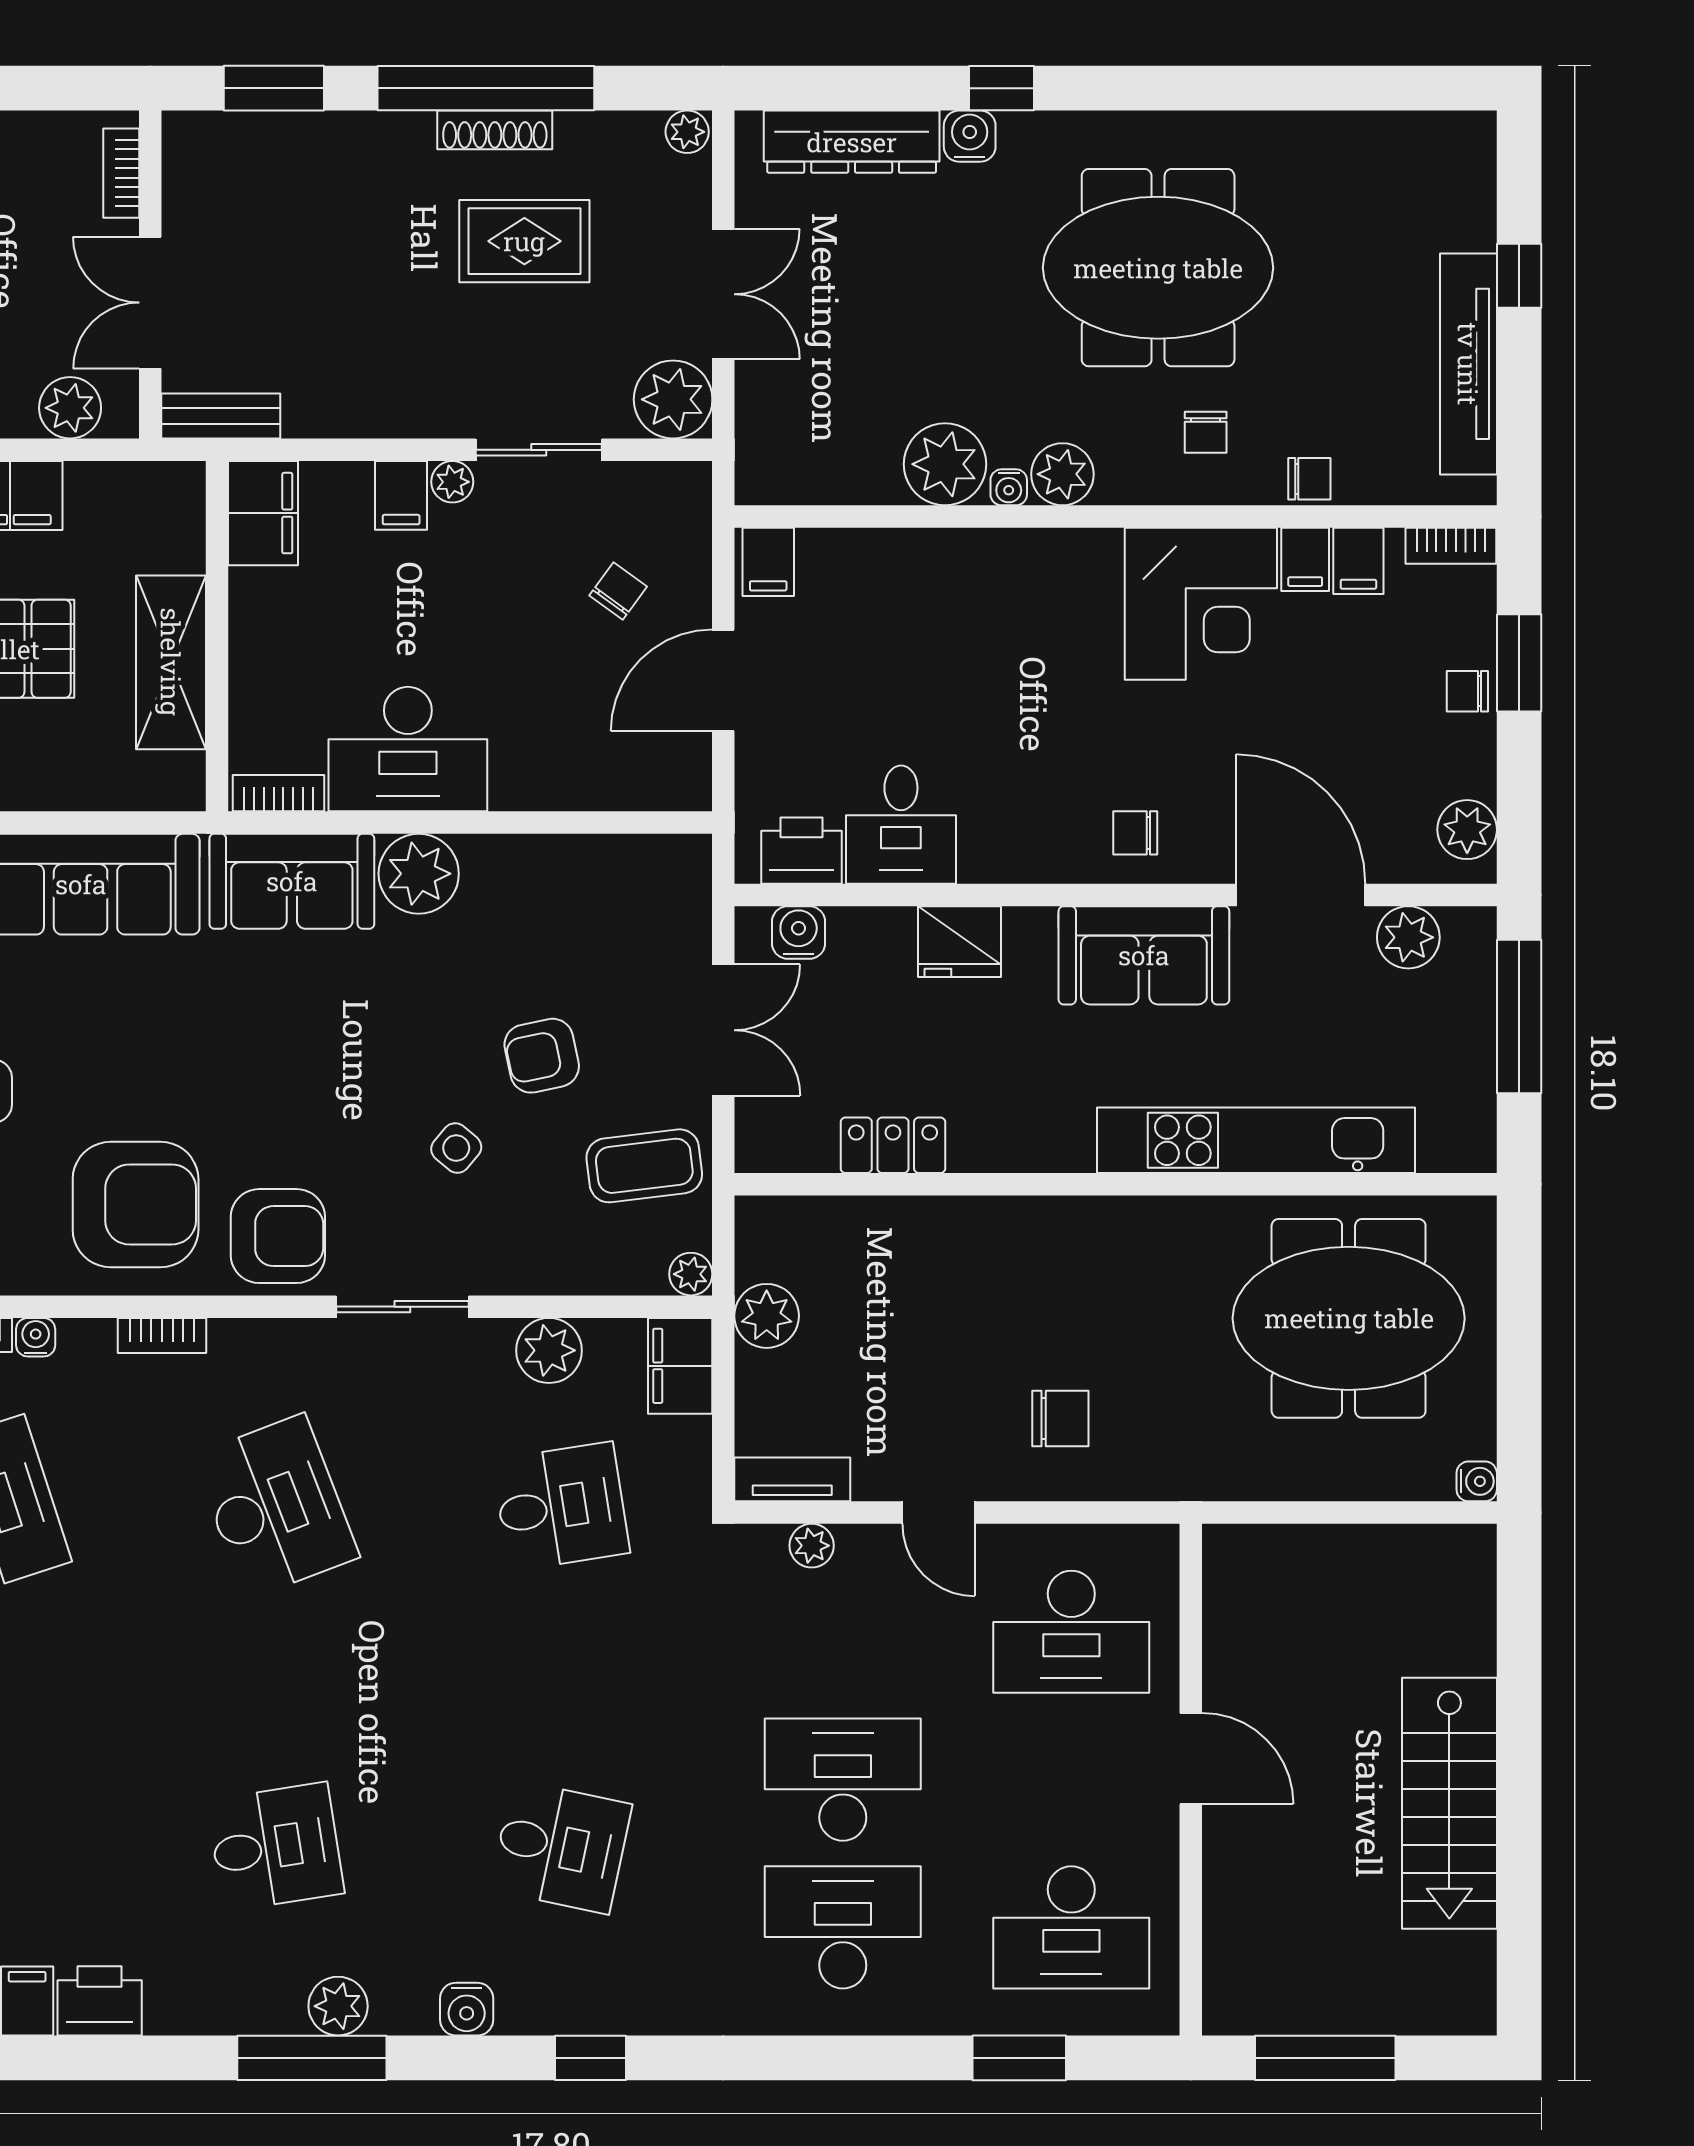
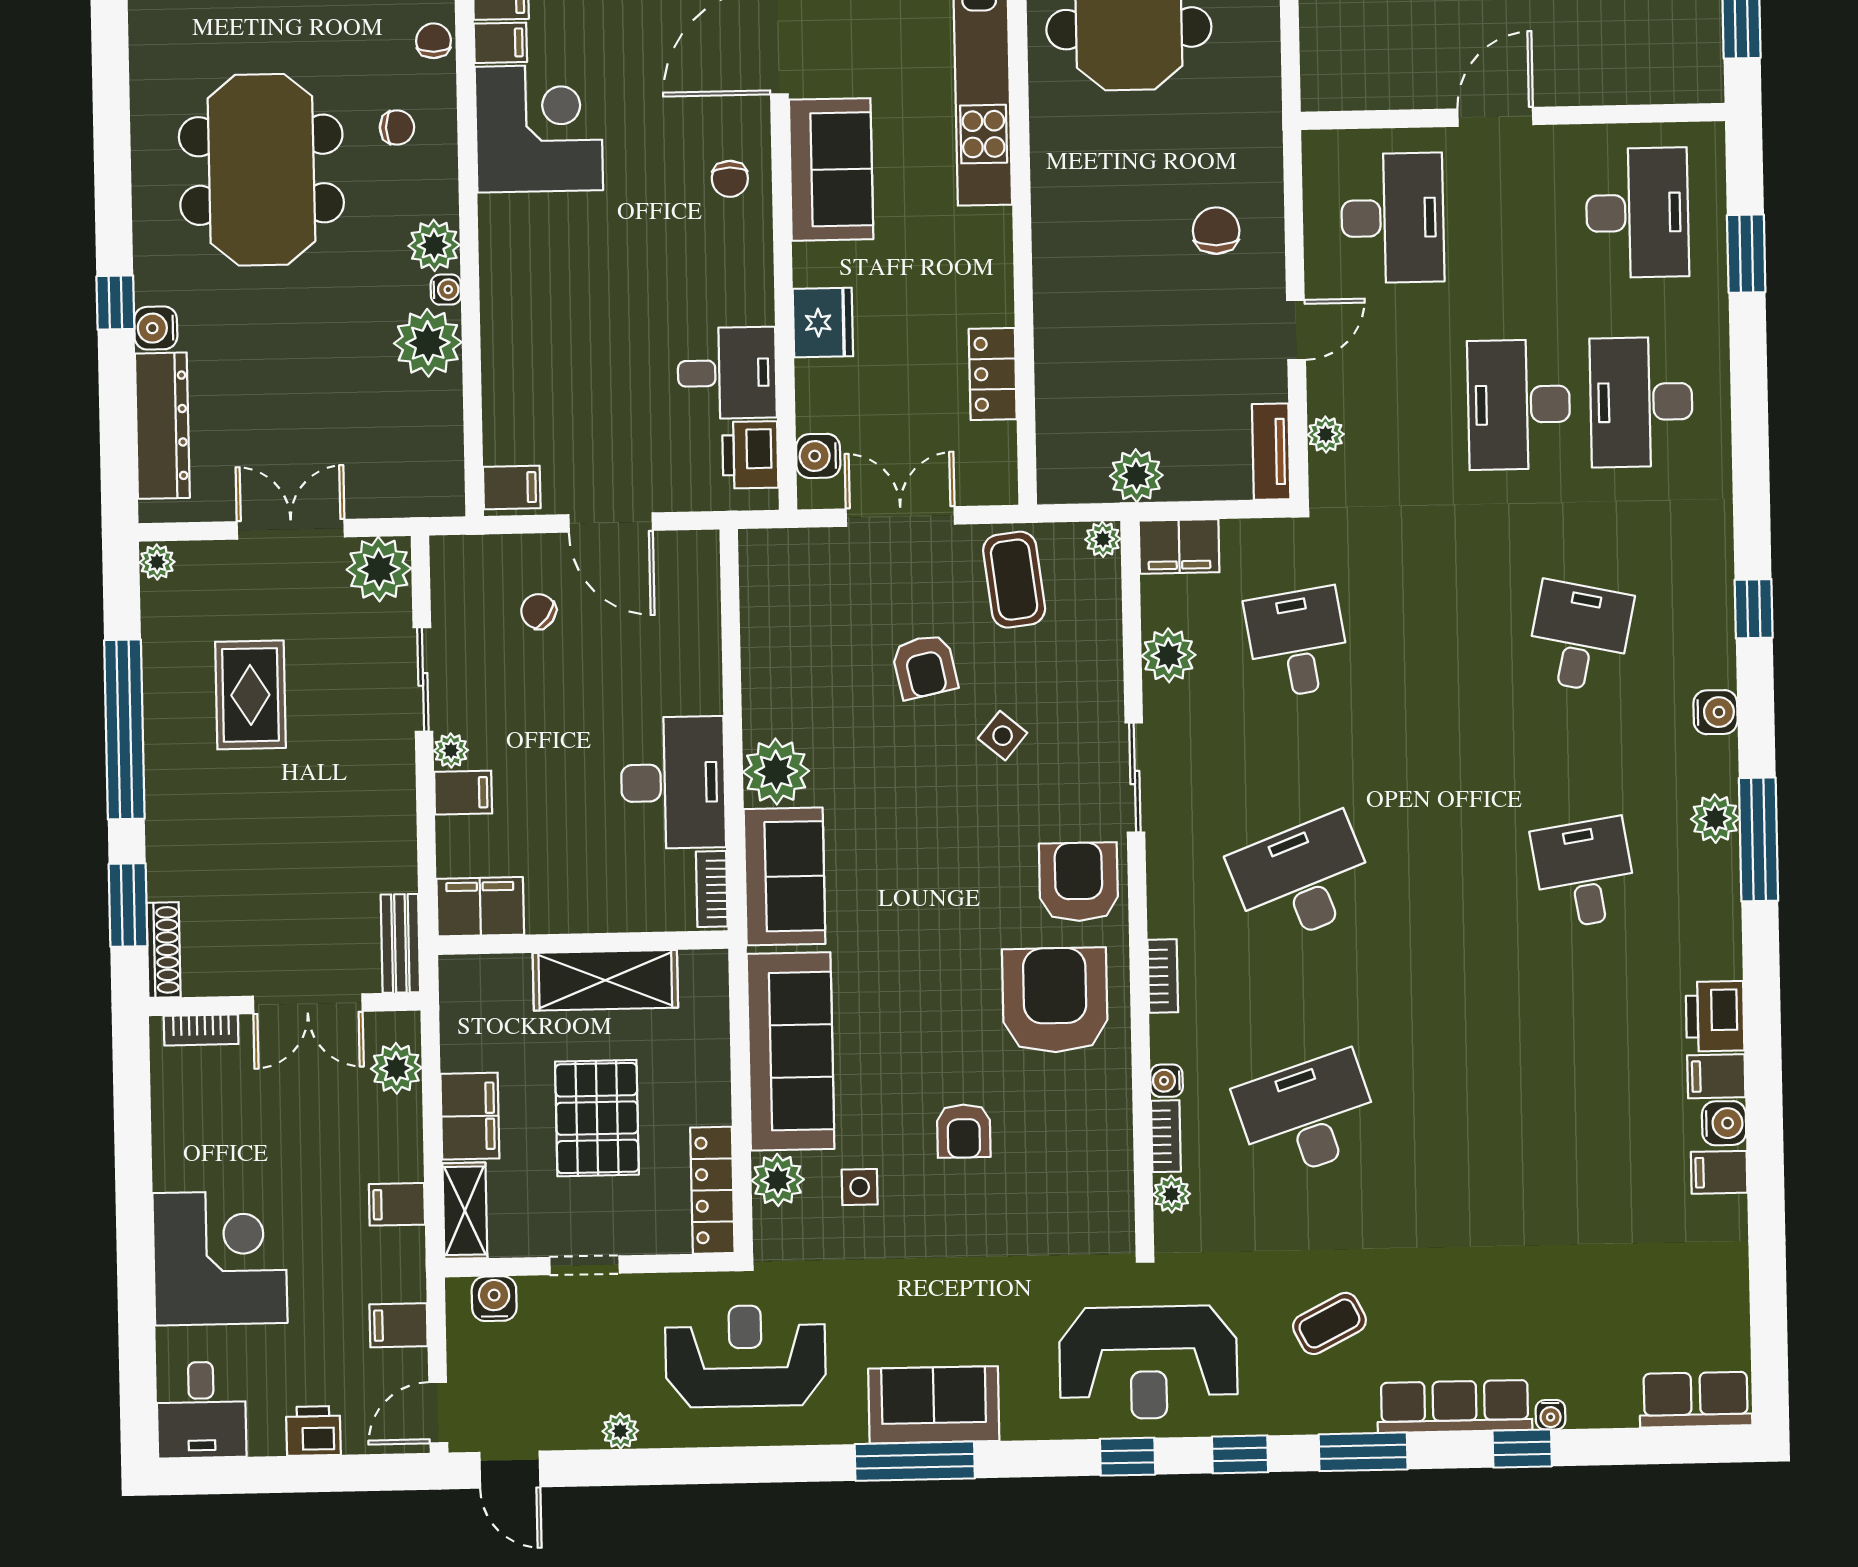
shoe rack: (495, 130) -> (164, 950), moved

